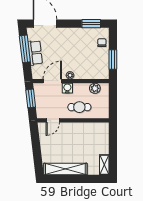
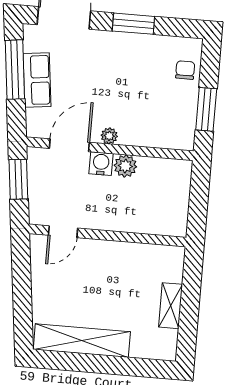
window: (91, 24) -> (133, 24), moved
plant: (95, 88) -> (125, 166), moved
cafe table: (79, 107) -> (124, 207), removed
shelving: (104, 165) -> (171, 306), moved

